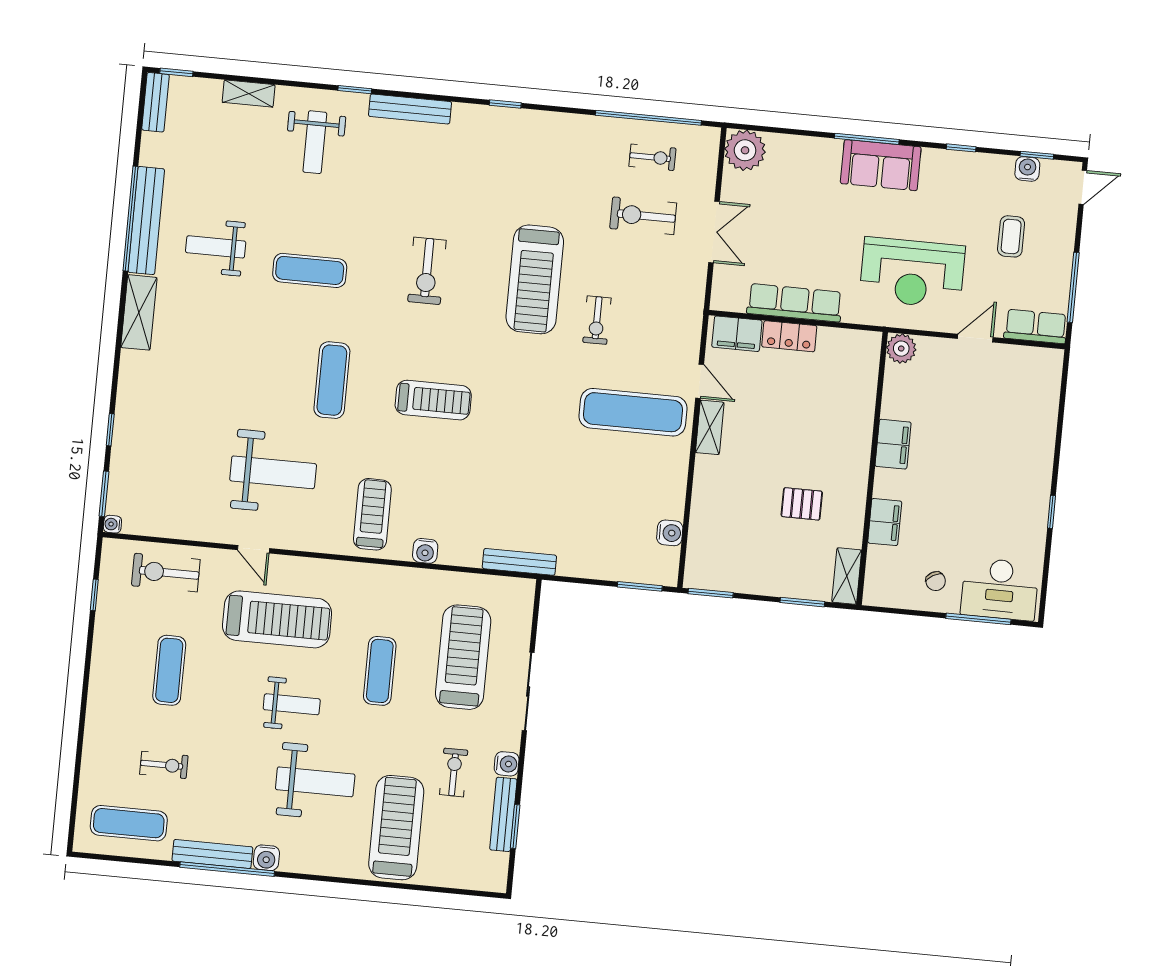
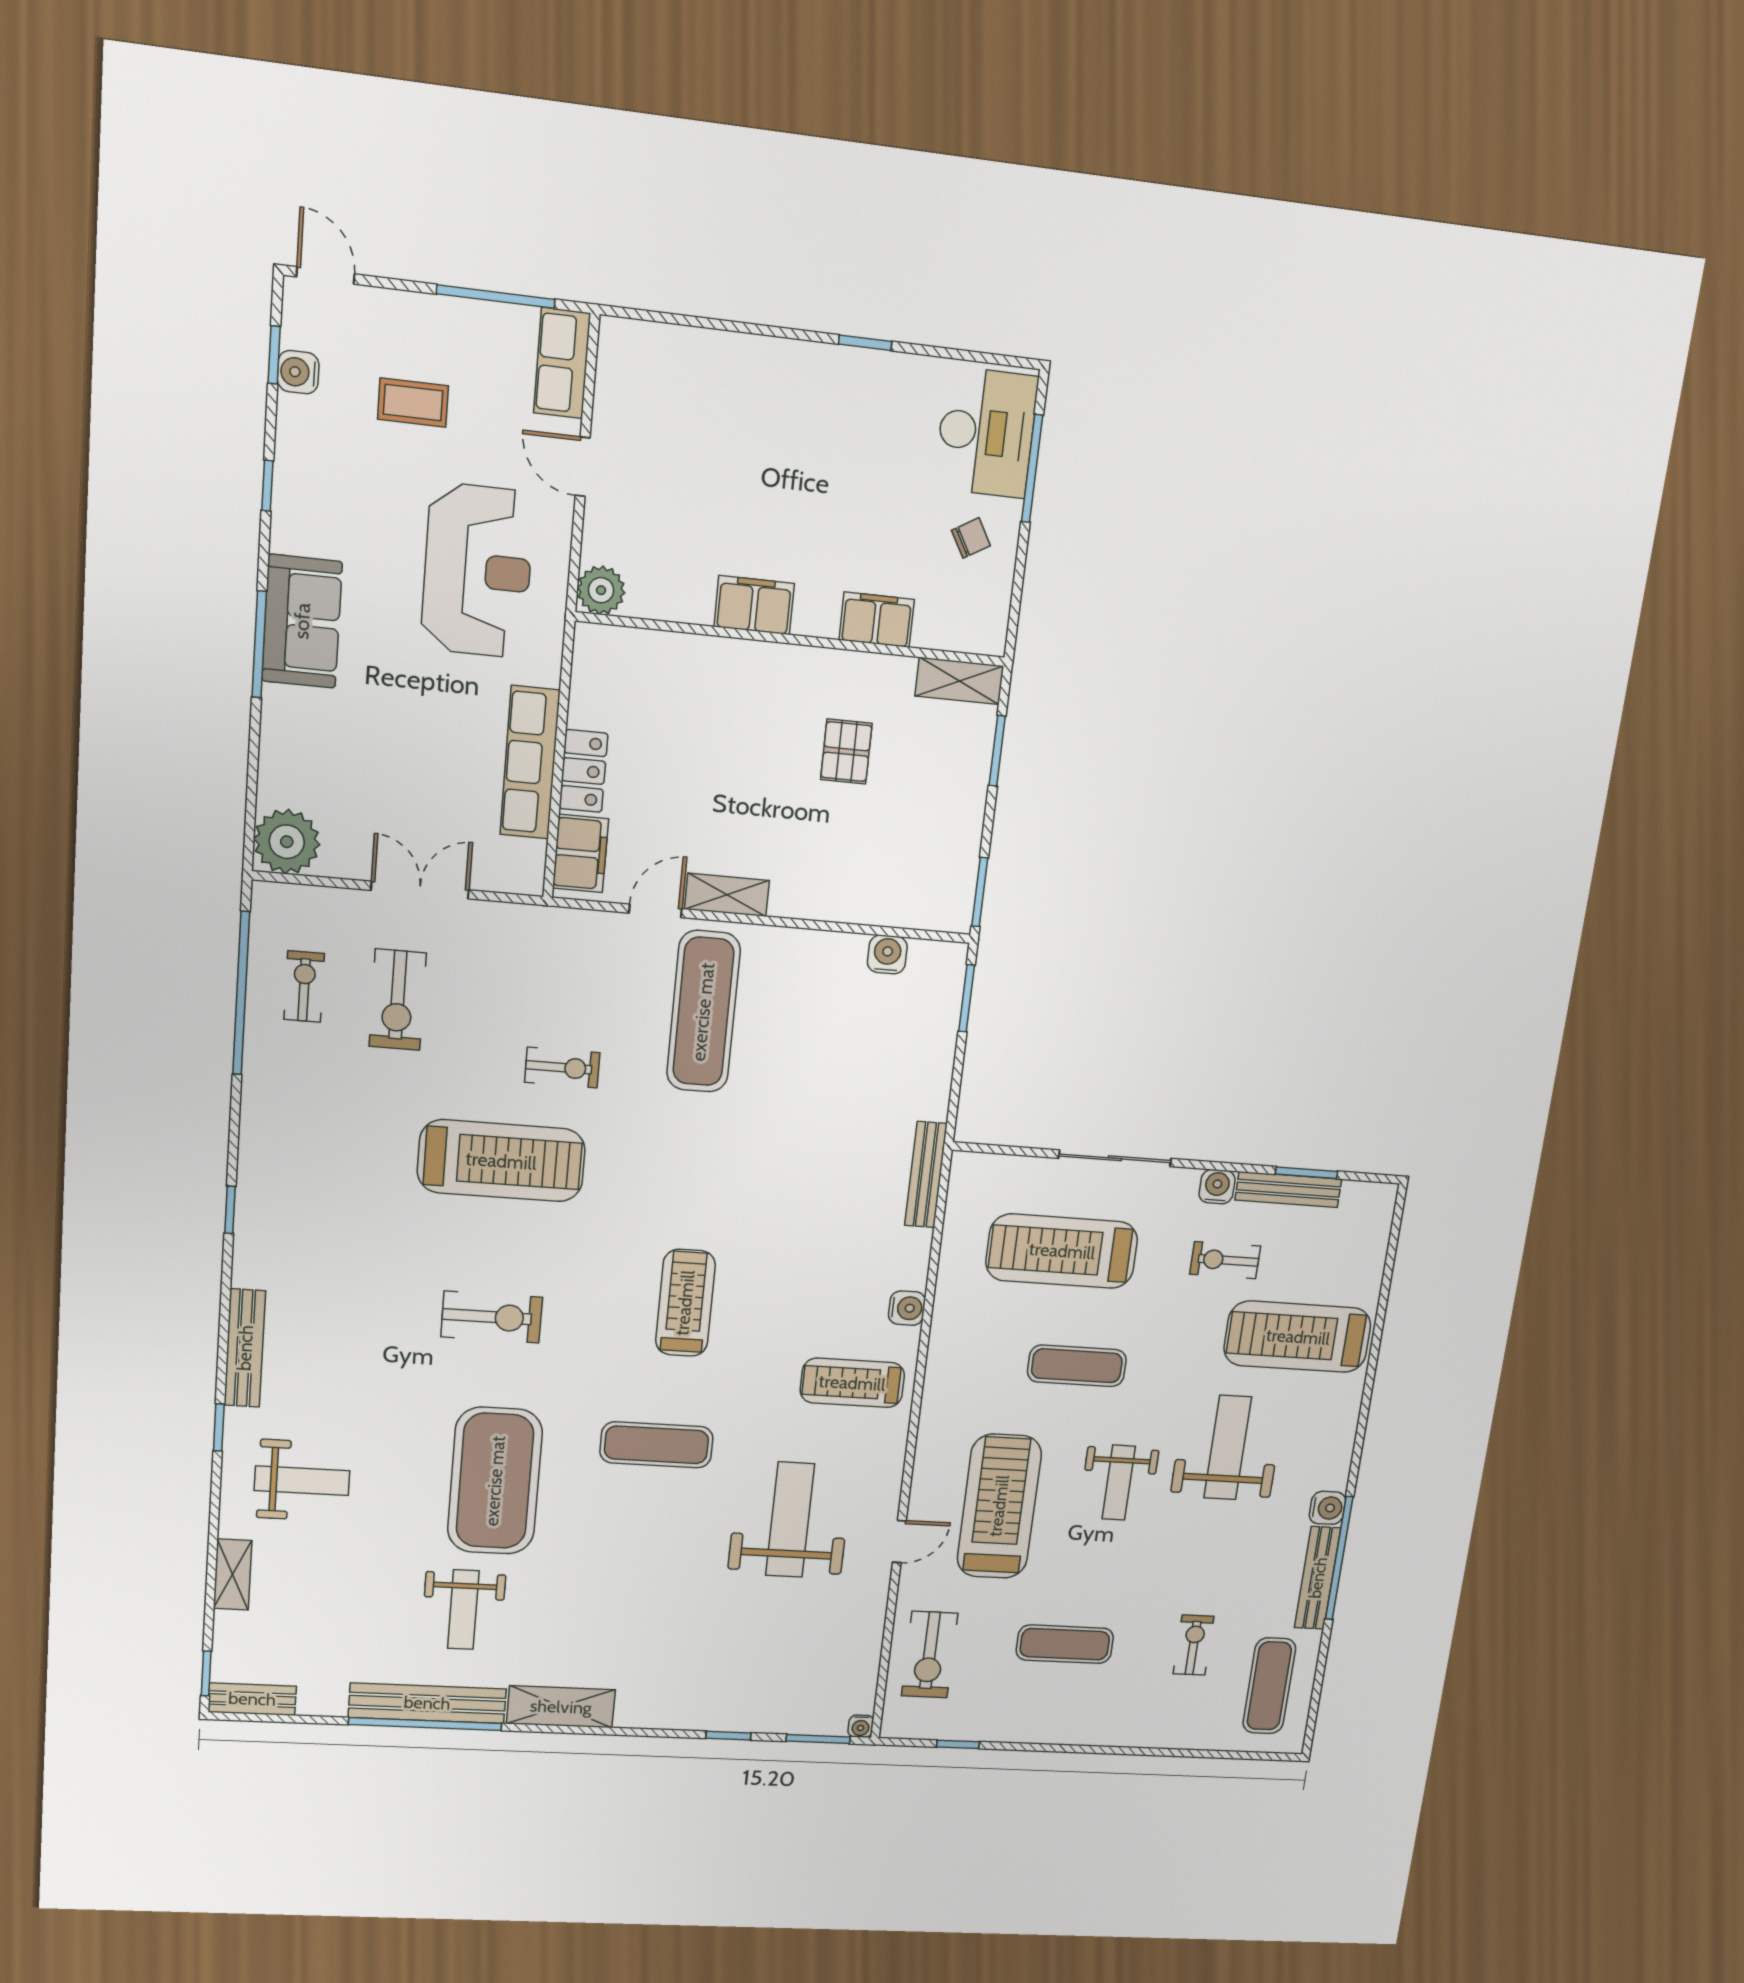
exercise mat: (310, 270) -> (495, 1481), width x2.00, depth x1.45
weight bench: (292, 704) -> (1119, 1483), turned 180

